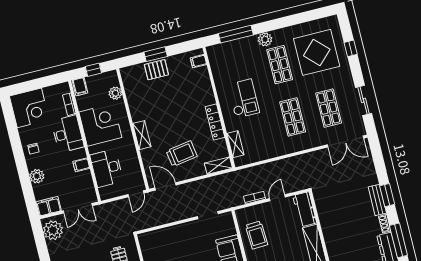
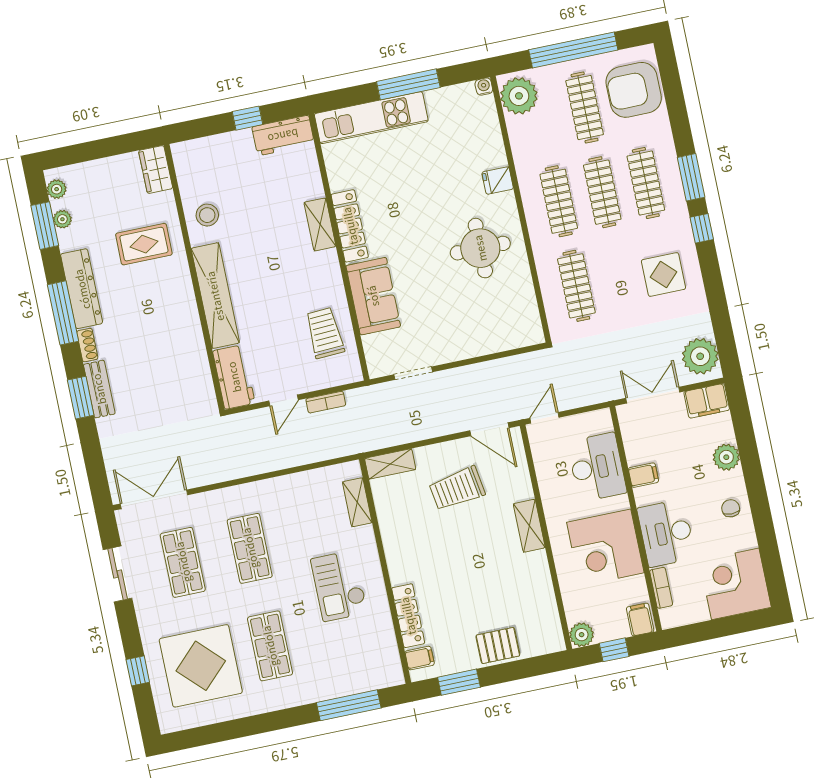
plant: (265, 39) -> (295, 694), removed
window: (156, 54) -> (459, 682), moved
plant: (115, 93) -> (582, 635), moved
locker: (215, 122) -> (408, 616), moved

